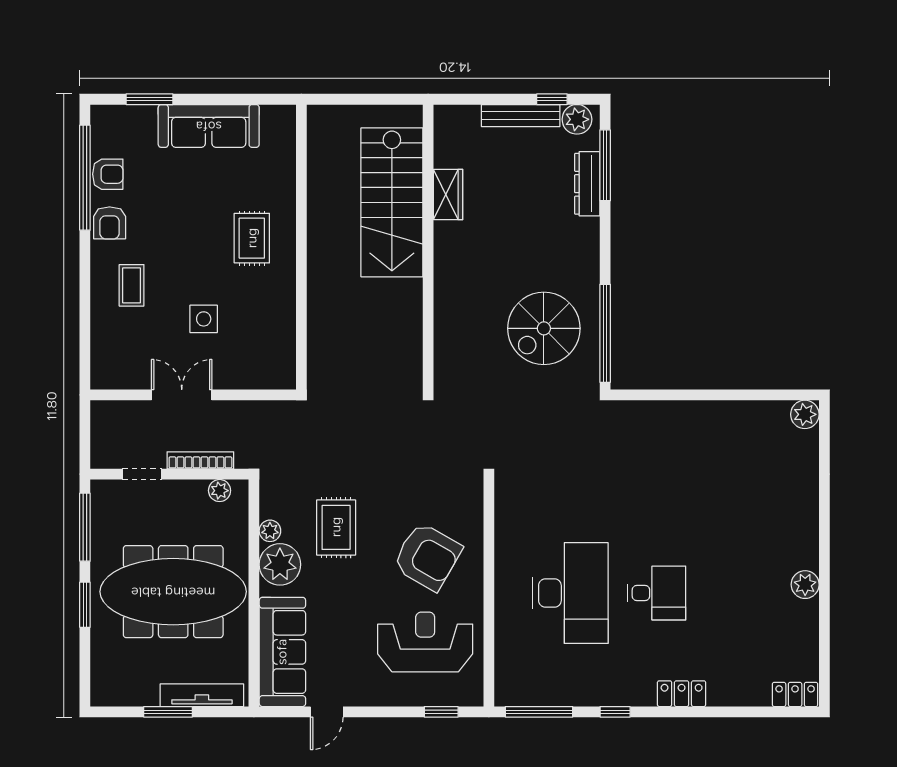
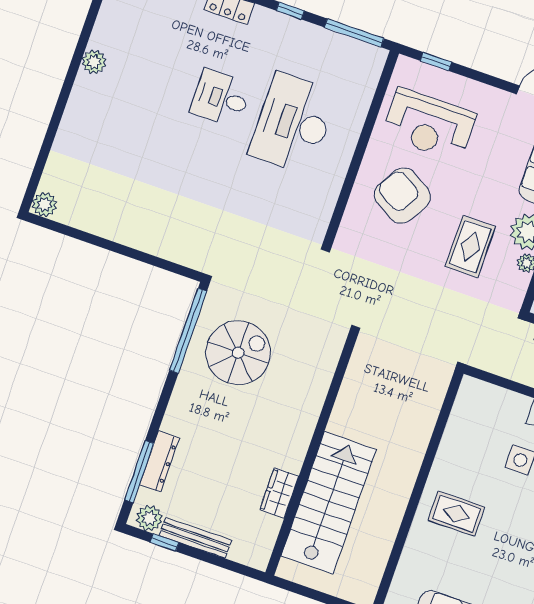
rug: (252, 238) -> (456, 514), turned 90

